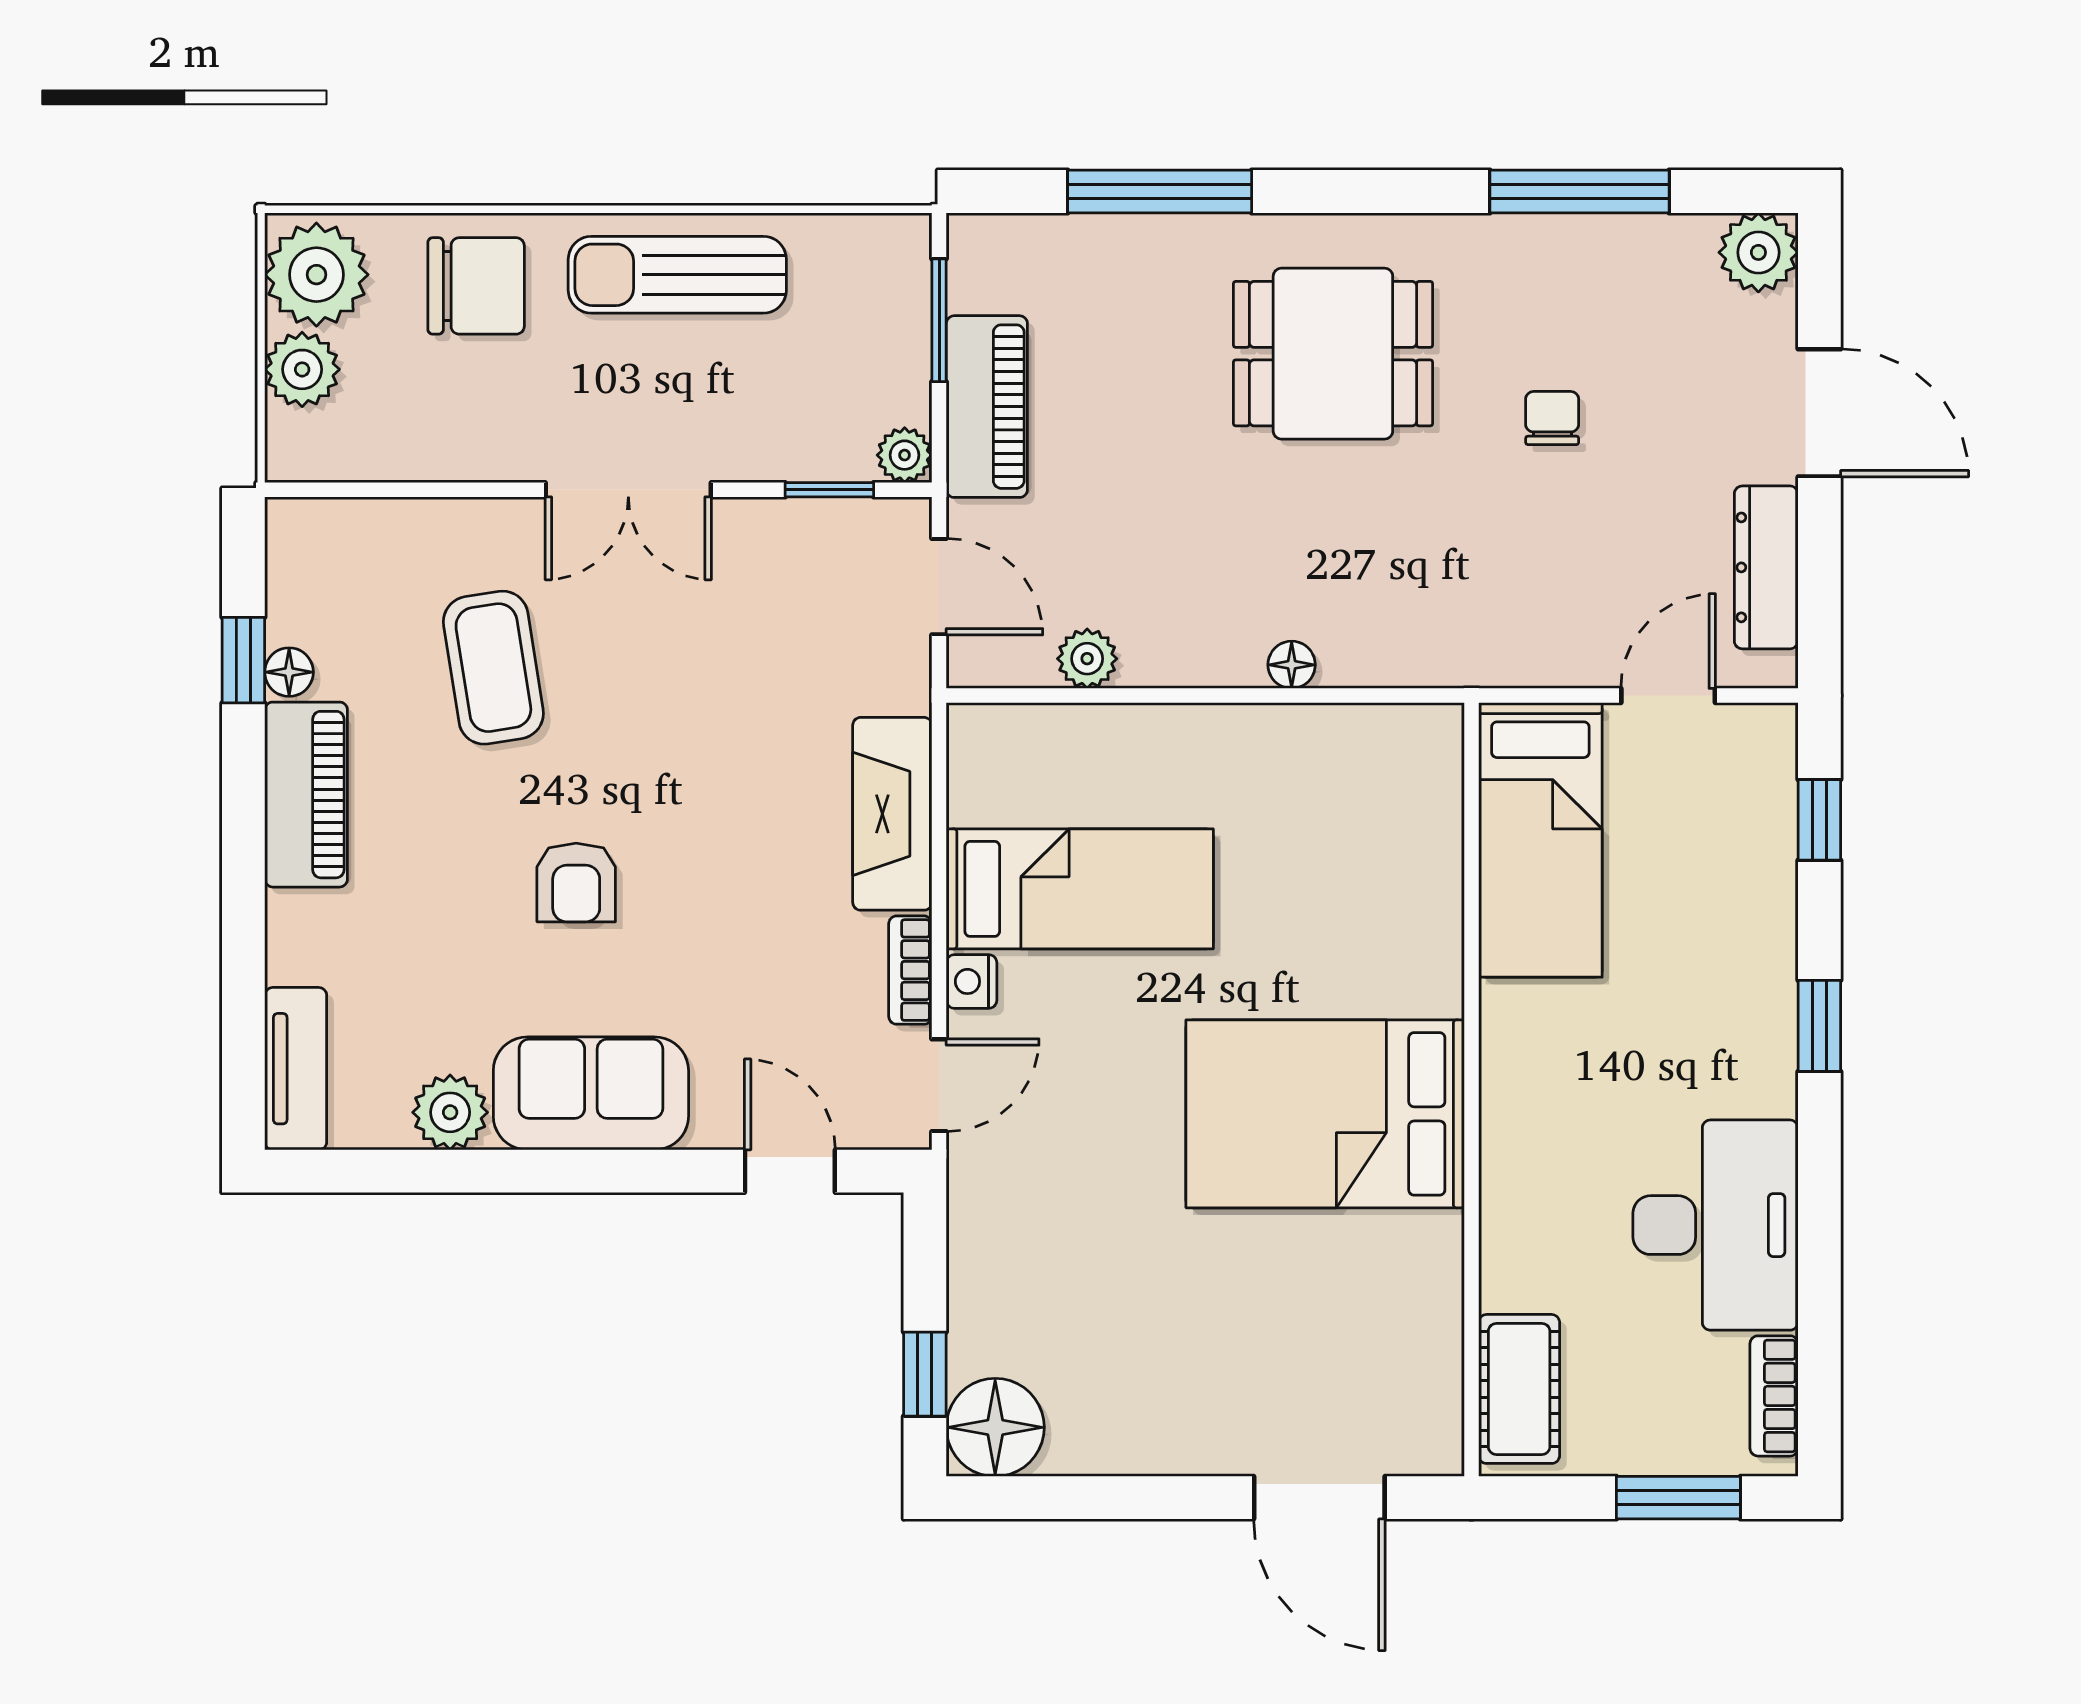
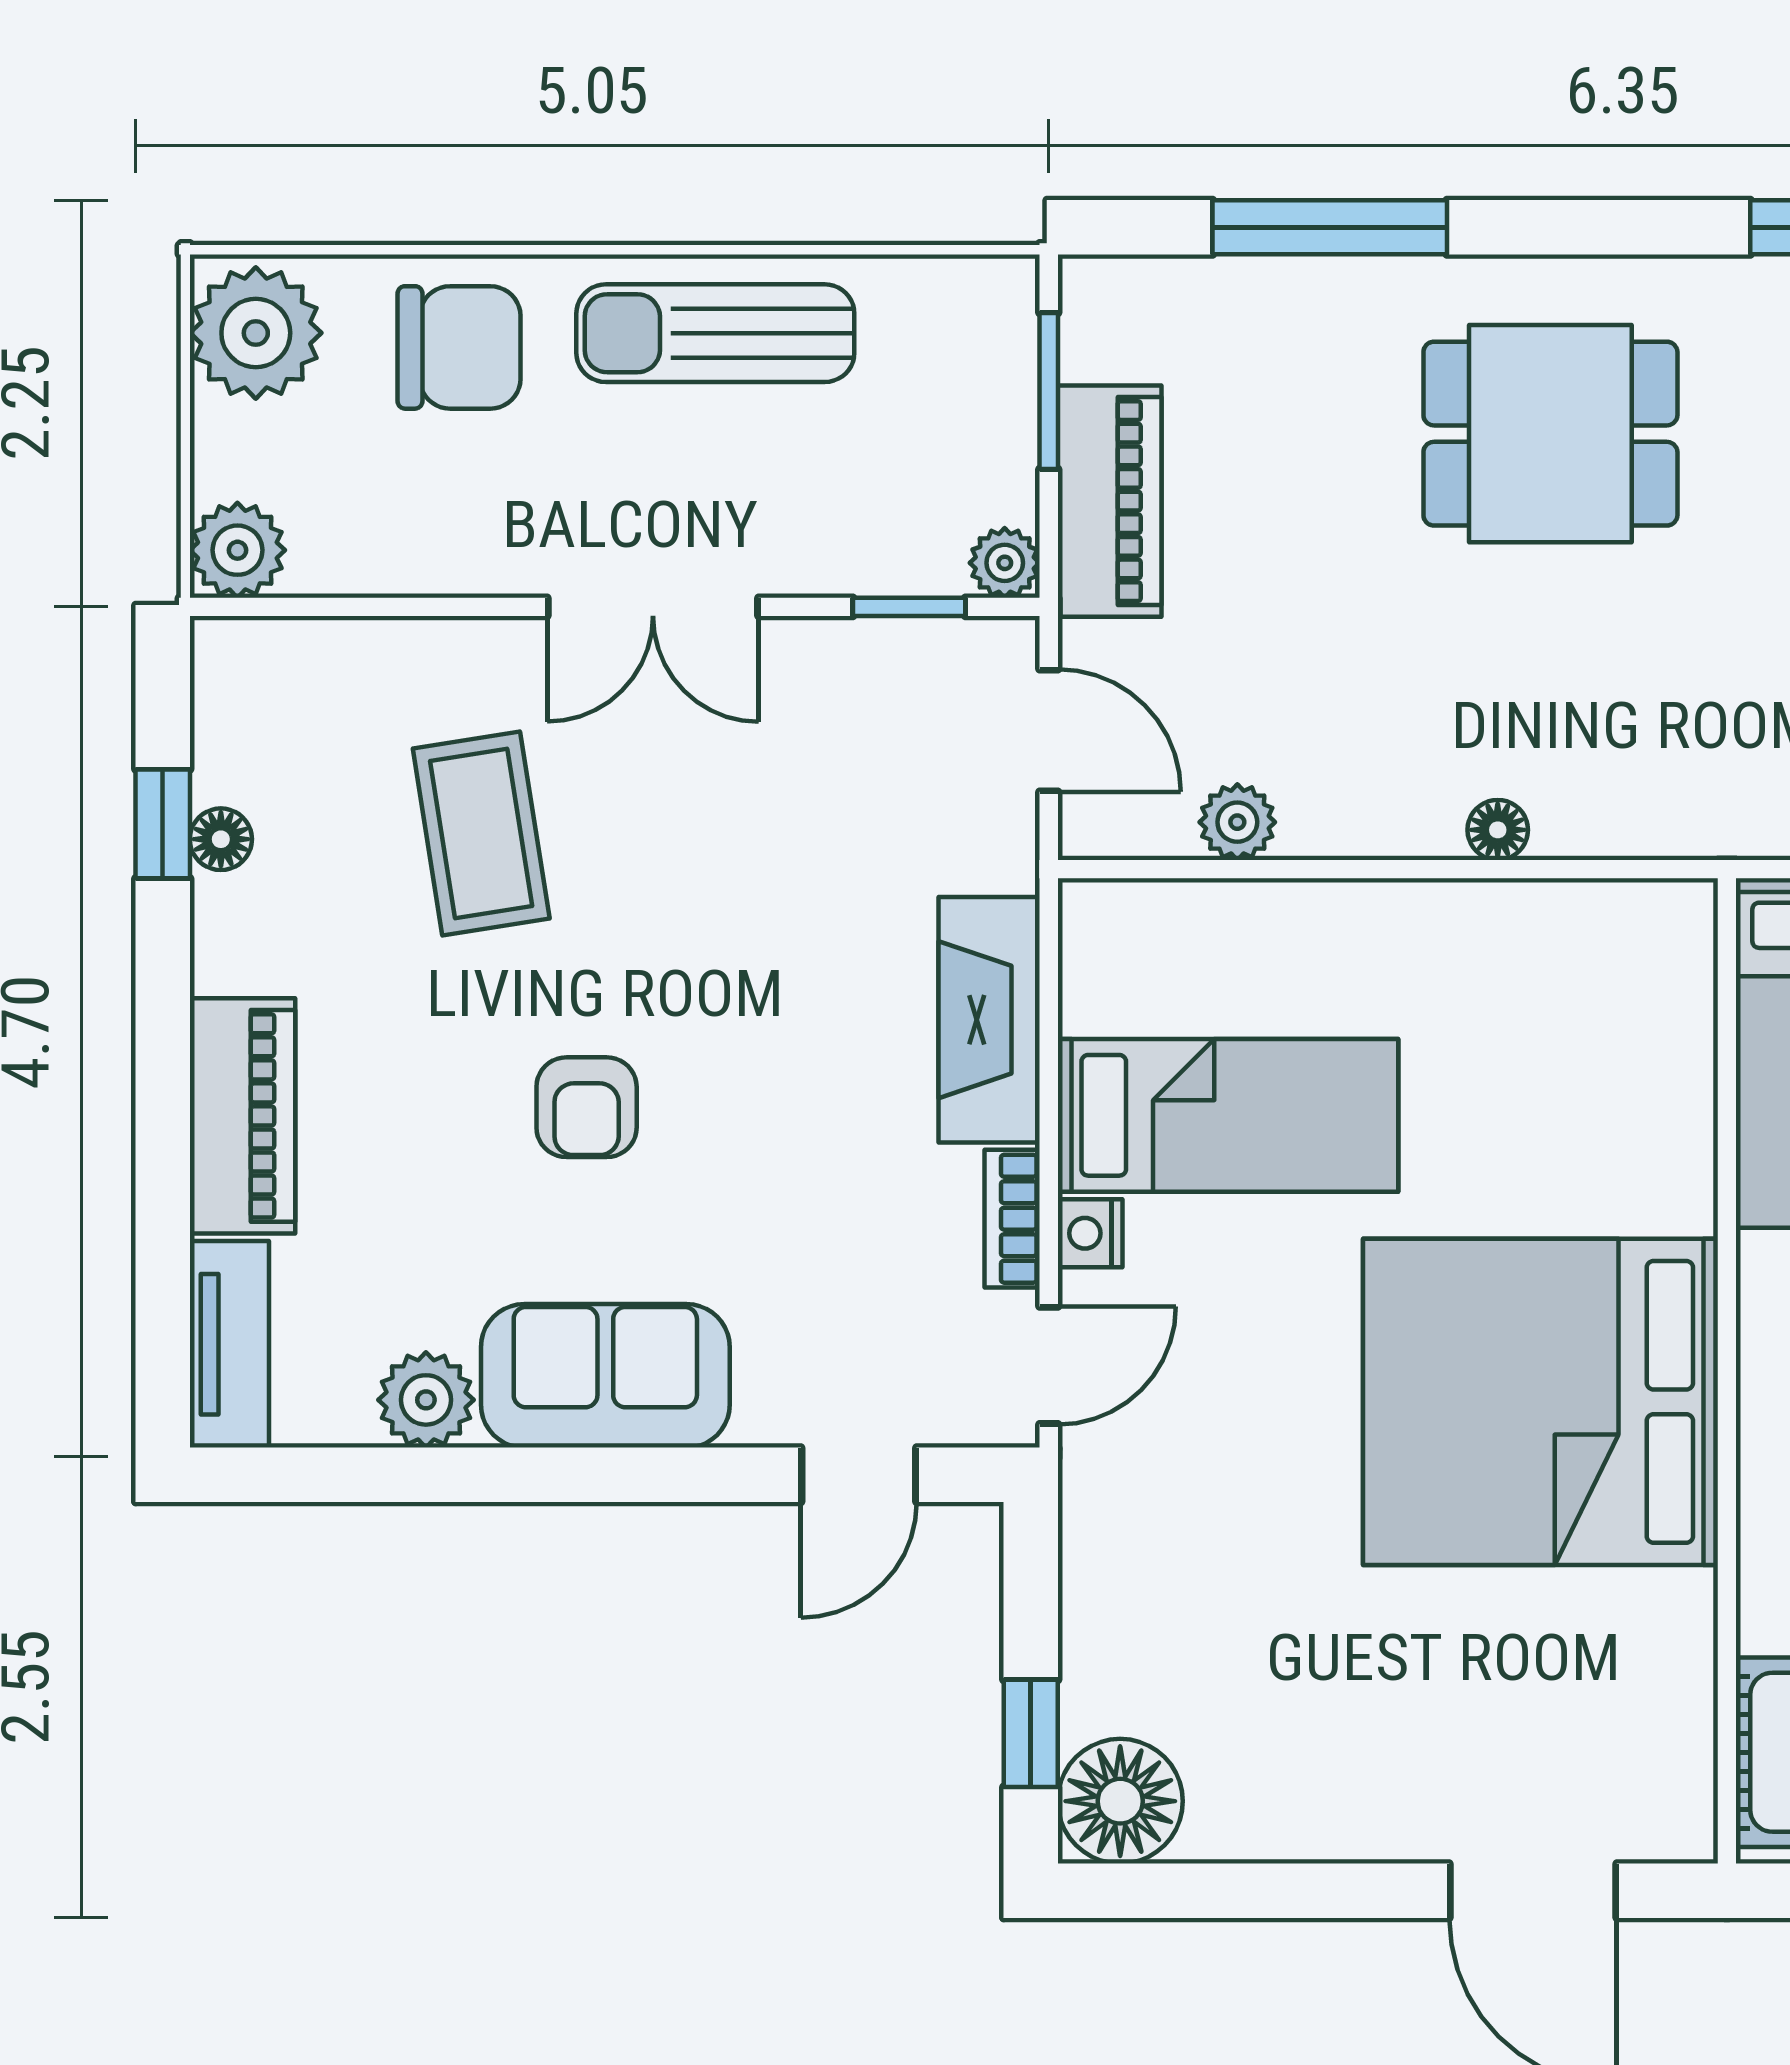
plant: (302, 369) -> (237, 550), moved
piano: (306, 795) -> (243, 1116), moved
bed: (1325, 1114) -> (1540, 1402), width x1.36
door: (790, 1171) -> (859, 1475), swing flipped

